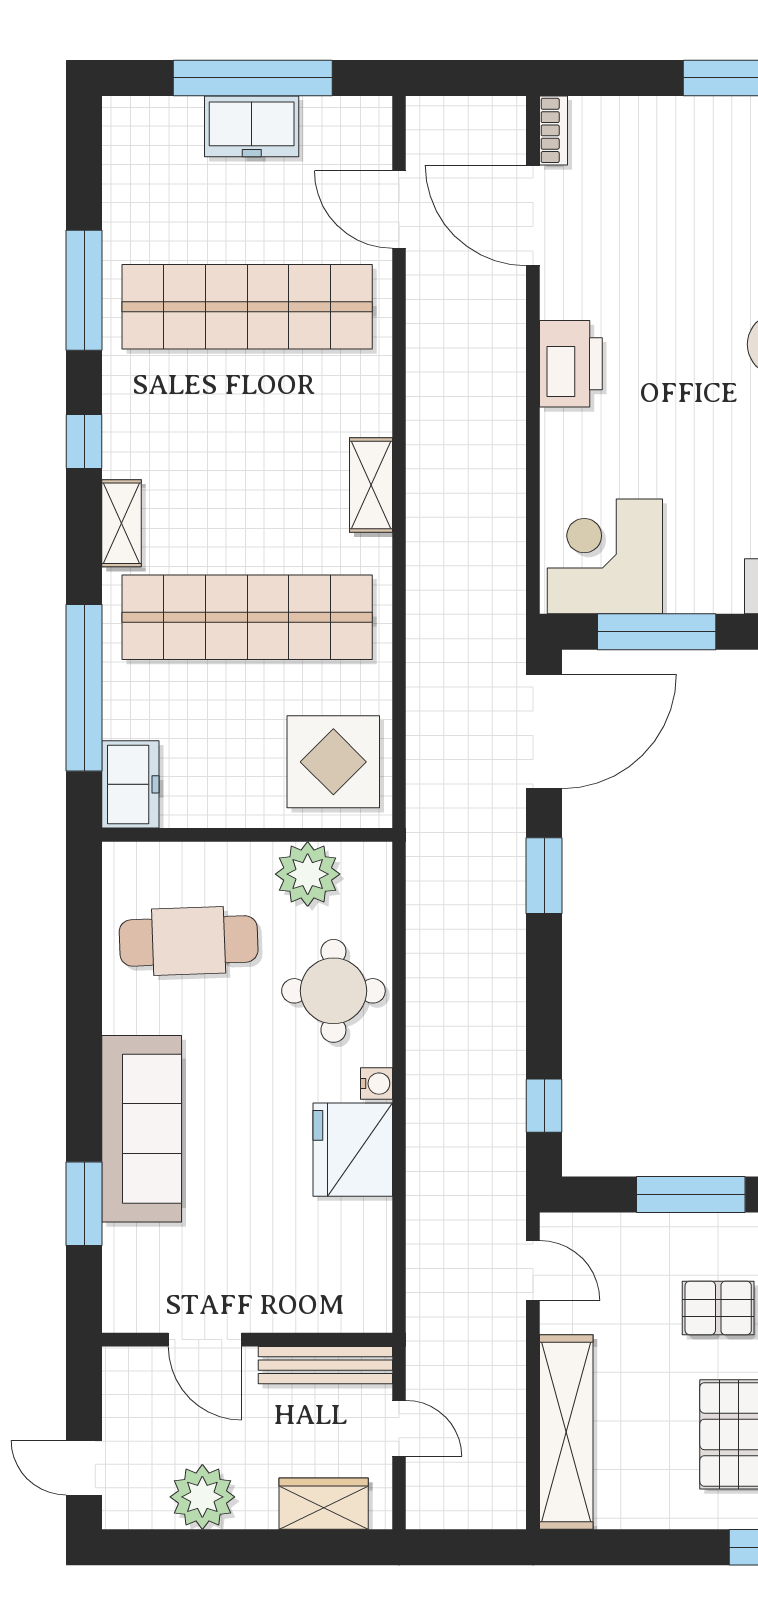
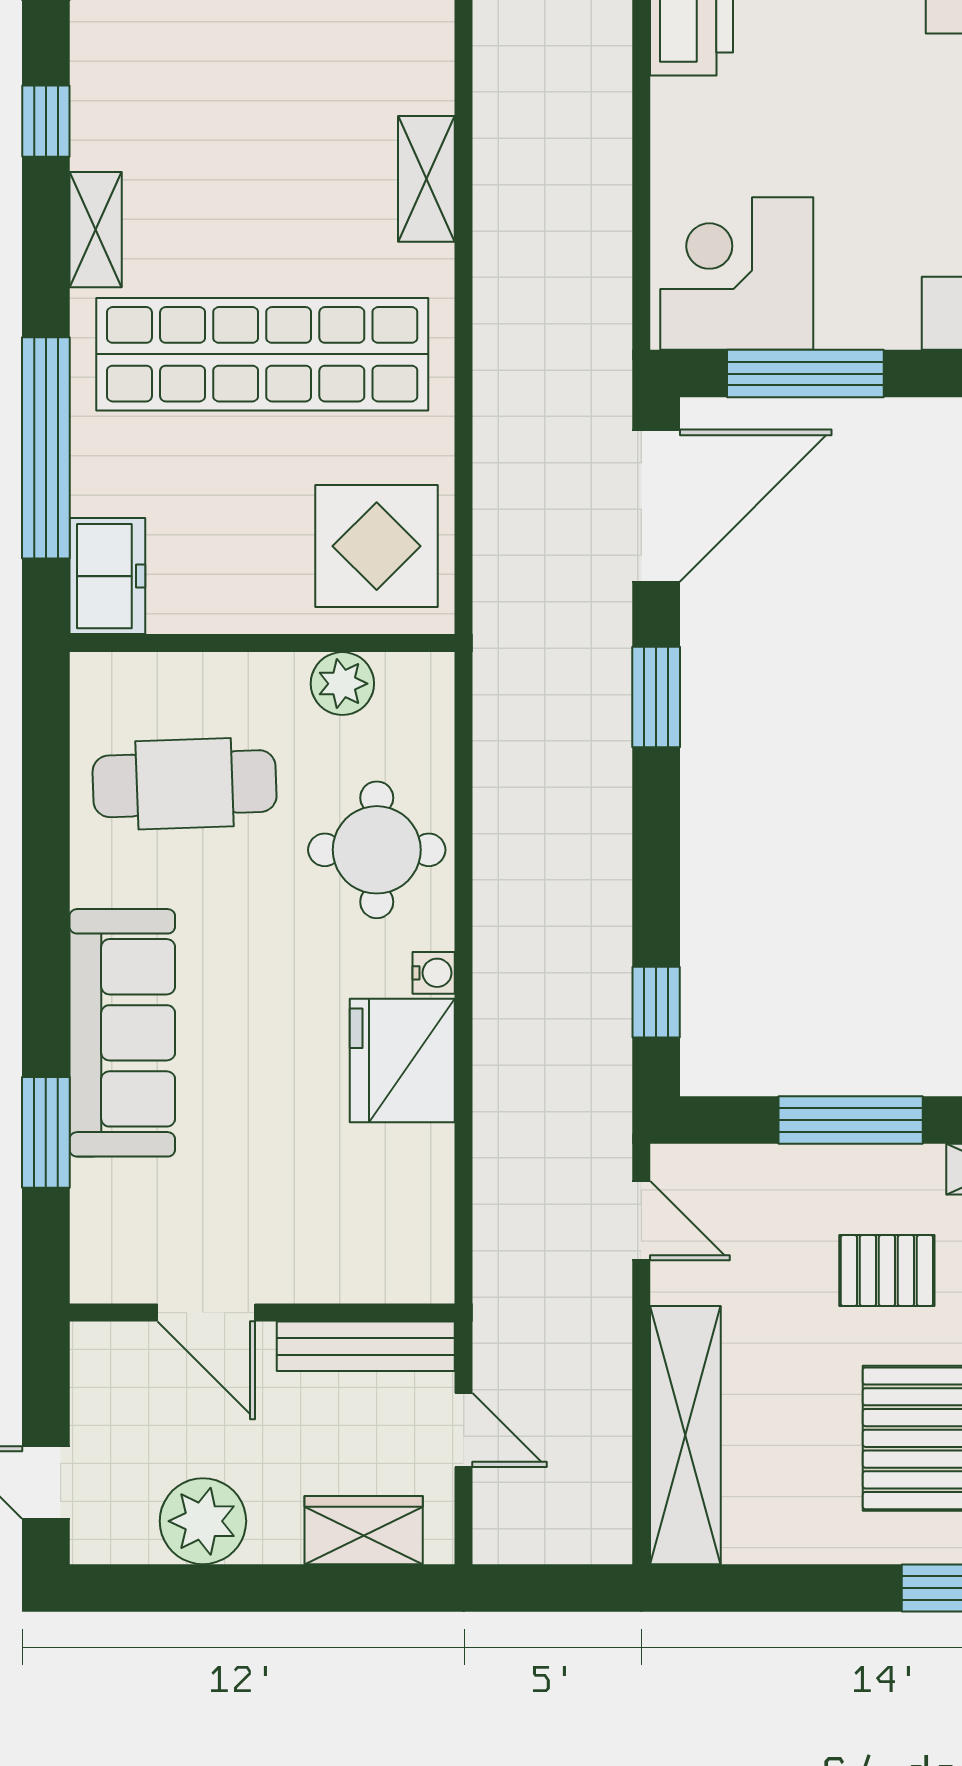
plant: (308, 874) -> (342, 684), width x0.73, depth x0.73

